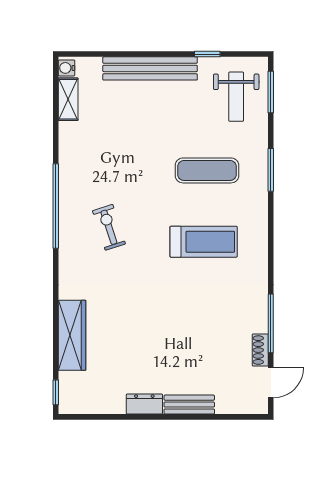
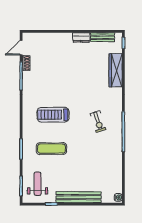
shelving: (68, 99) -> (118, 183), removed
bench: (189, 405) -> (103, 37), moved

